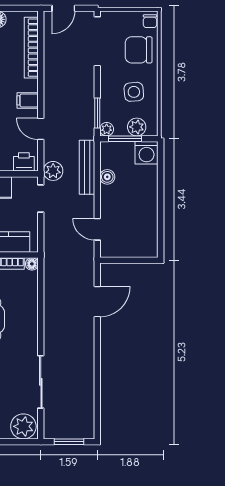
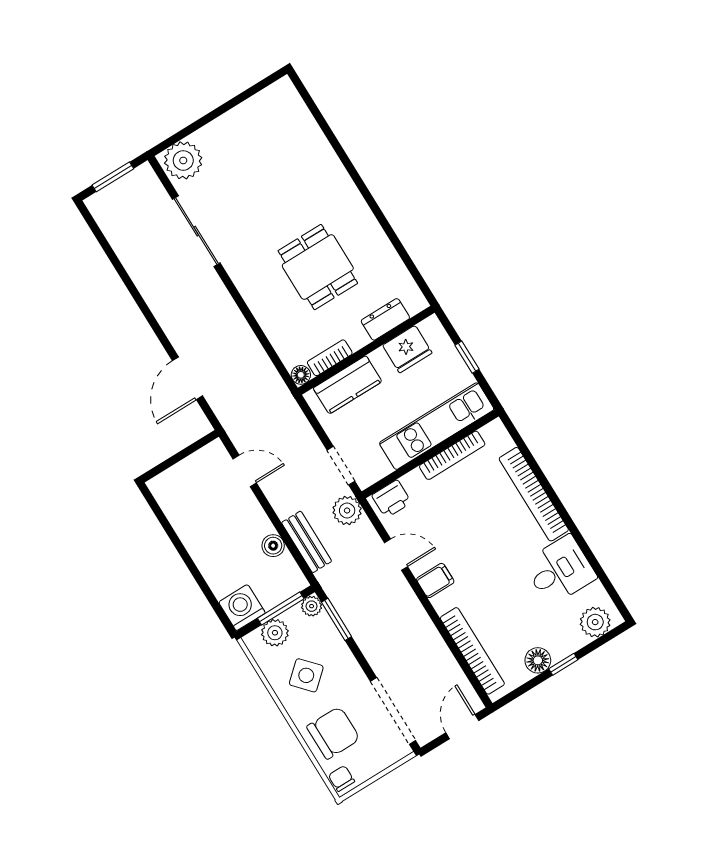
side table: (134, 92) -> (306, 675), turned -37
bench: (87, 167) -> (307, 542), width x0.73

